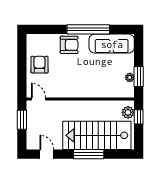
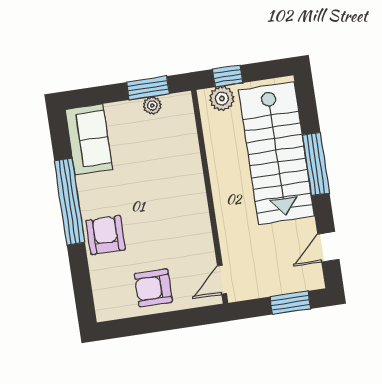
sofa: (112, 44) -> (89, 139), width x0.73
window: (22, 120) -> (290, 303), moved

